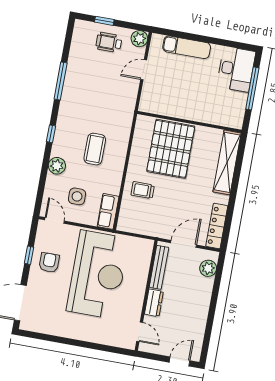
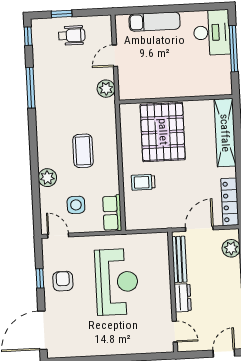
plant: (139, 39) -> (106, 89), moved
wheelchair: (109, 42) -> (72, 35), turned 180
window: (51, 134) -> (28, 36), moved
reception desk: (98, 275) -> (117, 282), width x0.74, depth x0.77

